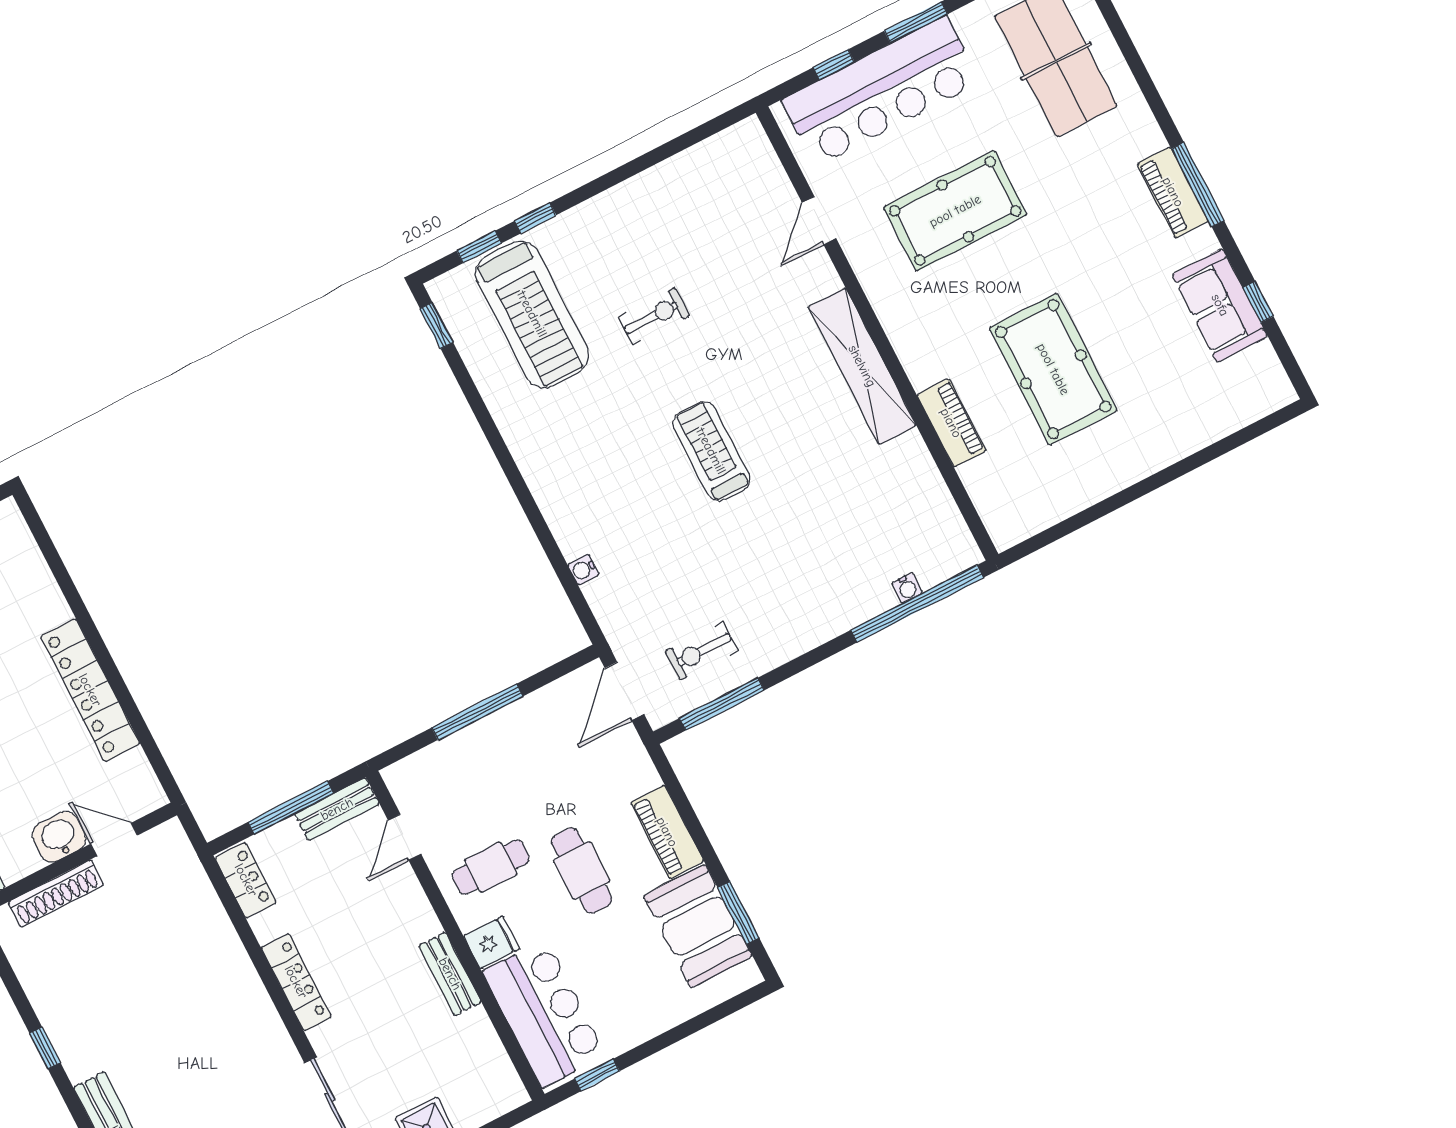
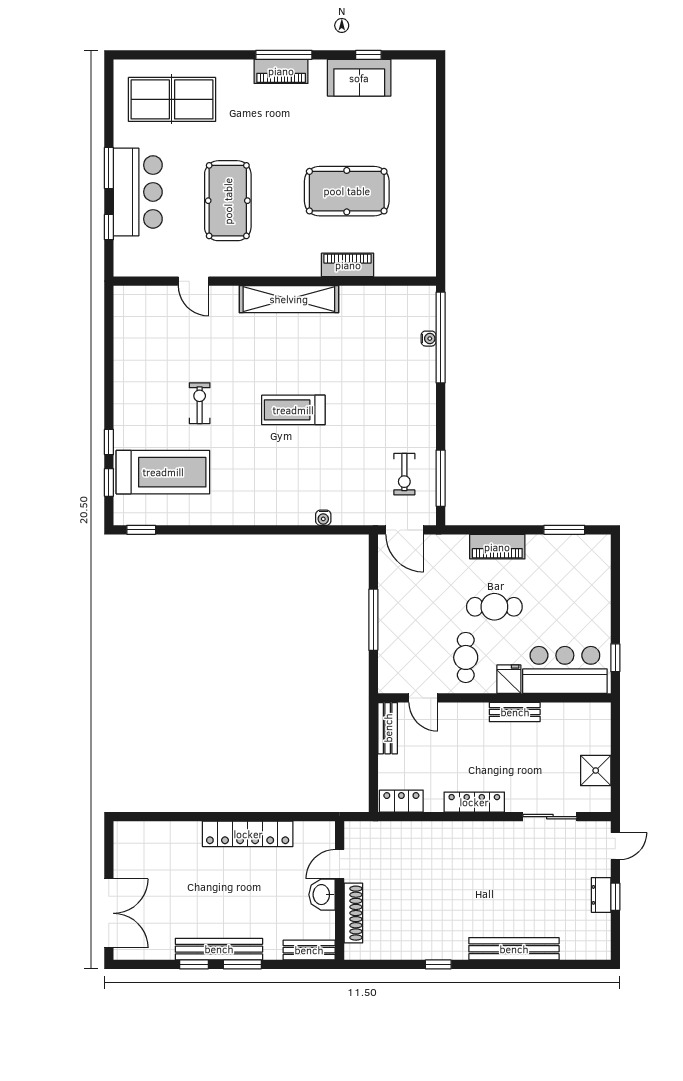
bar counter: (881, 91) -> (138, 192), width x0.73
window: (291, 808) -> (373, 754), removed
booth: (698, 926) -> (560, 557), removed

